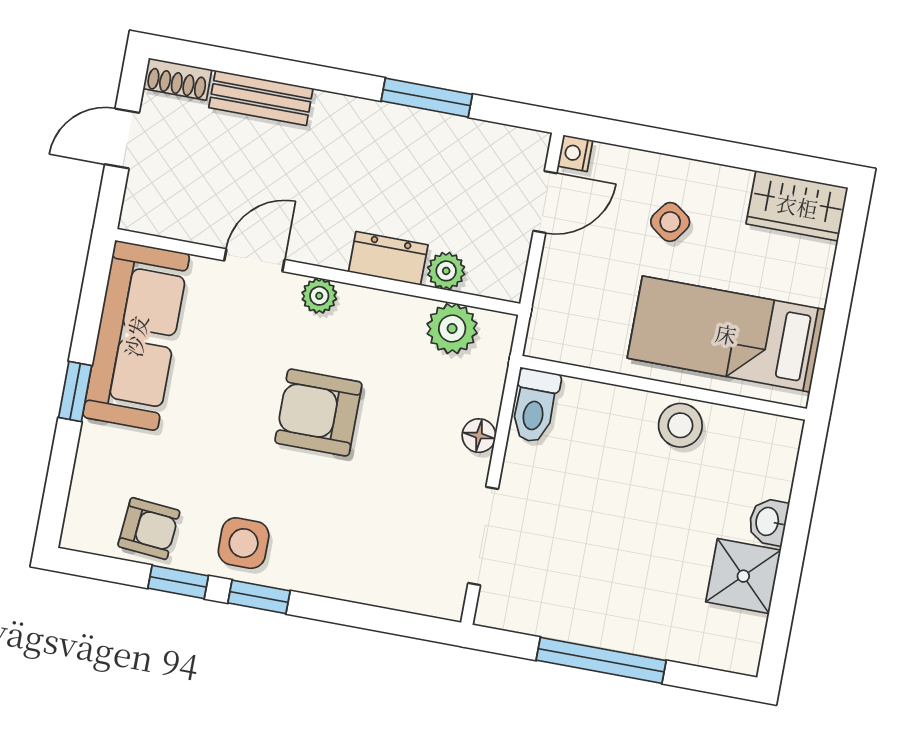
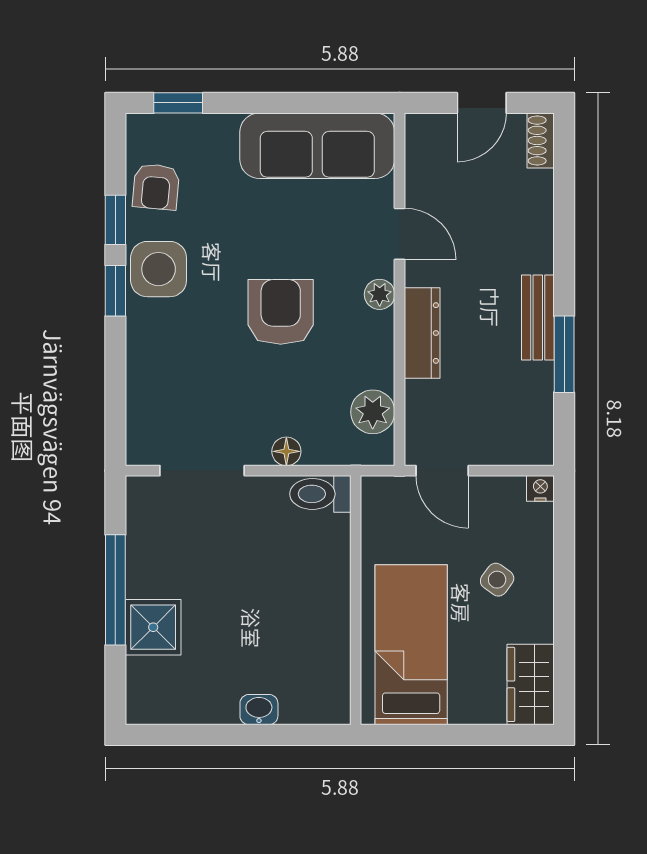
bench: (261, 98) -> (538, 317), moved
door: (122, 138) -> (482, 103), swing flipped
door: (545, 202) -> (442, 471), moved
dresser: (388, 258) -> (422, 333), width x1.44
plant: (446, 271) -> (421, 398), removed
window: (75, 392) -> (178, 103), moved
stool: (680, 425) -> (327, 620), removed
side table: (244, 543) -> (159, 269), width x1.37, depth x1.37
shower: (743, 576) -> (153, 627), moved

